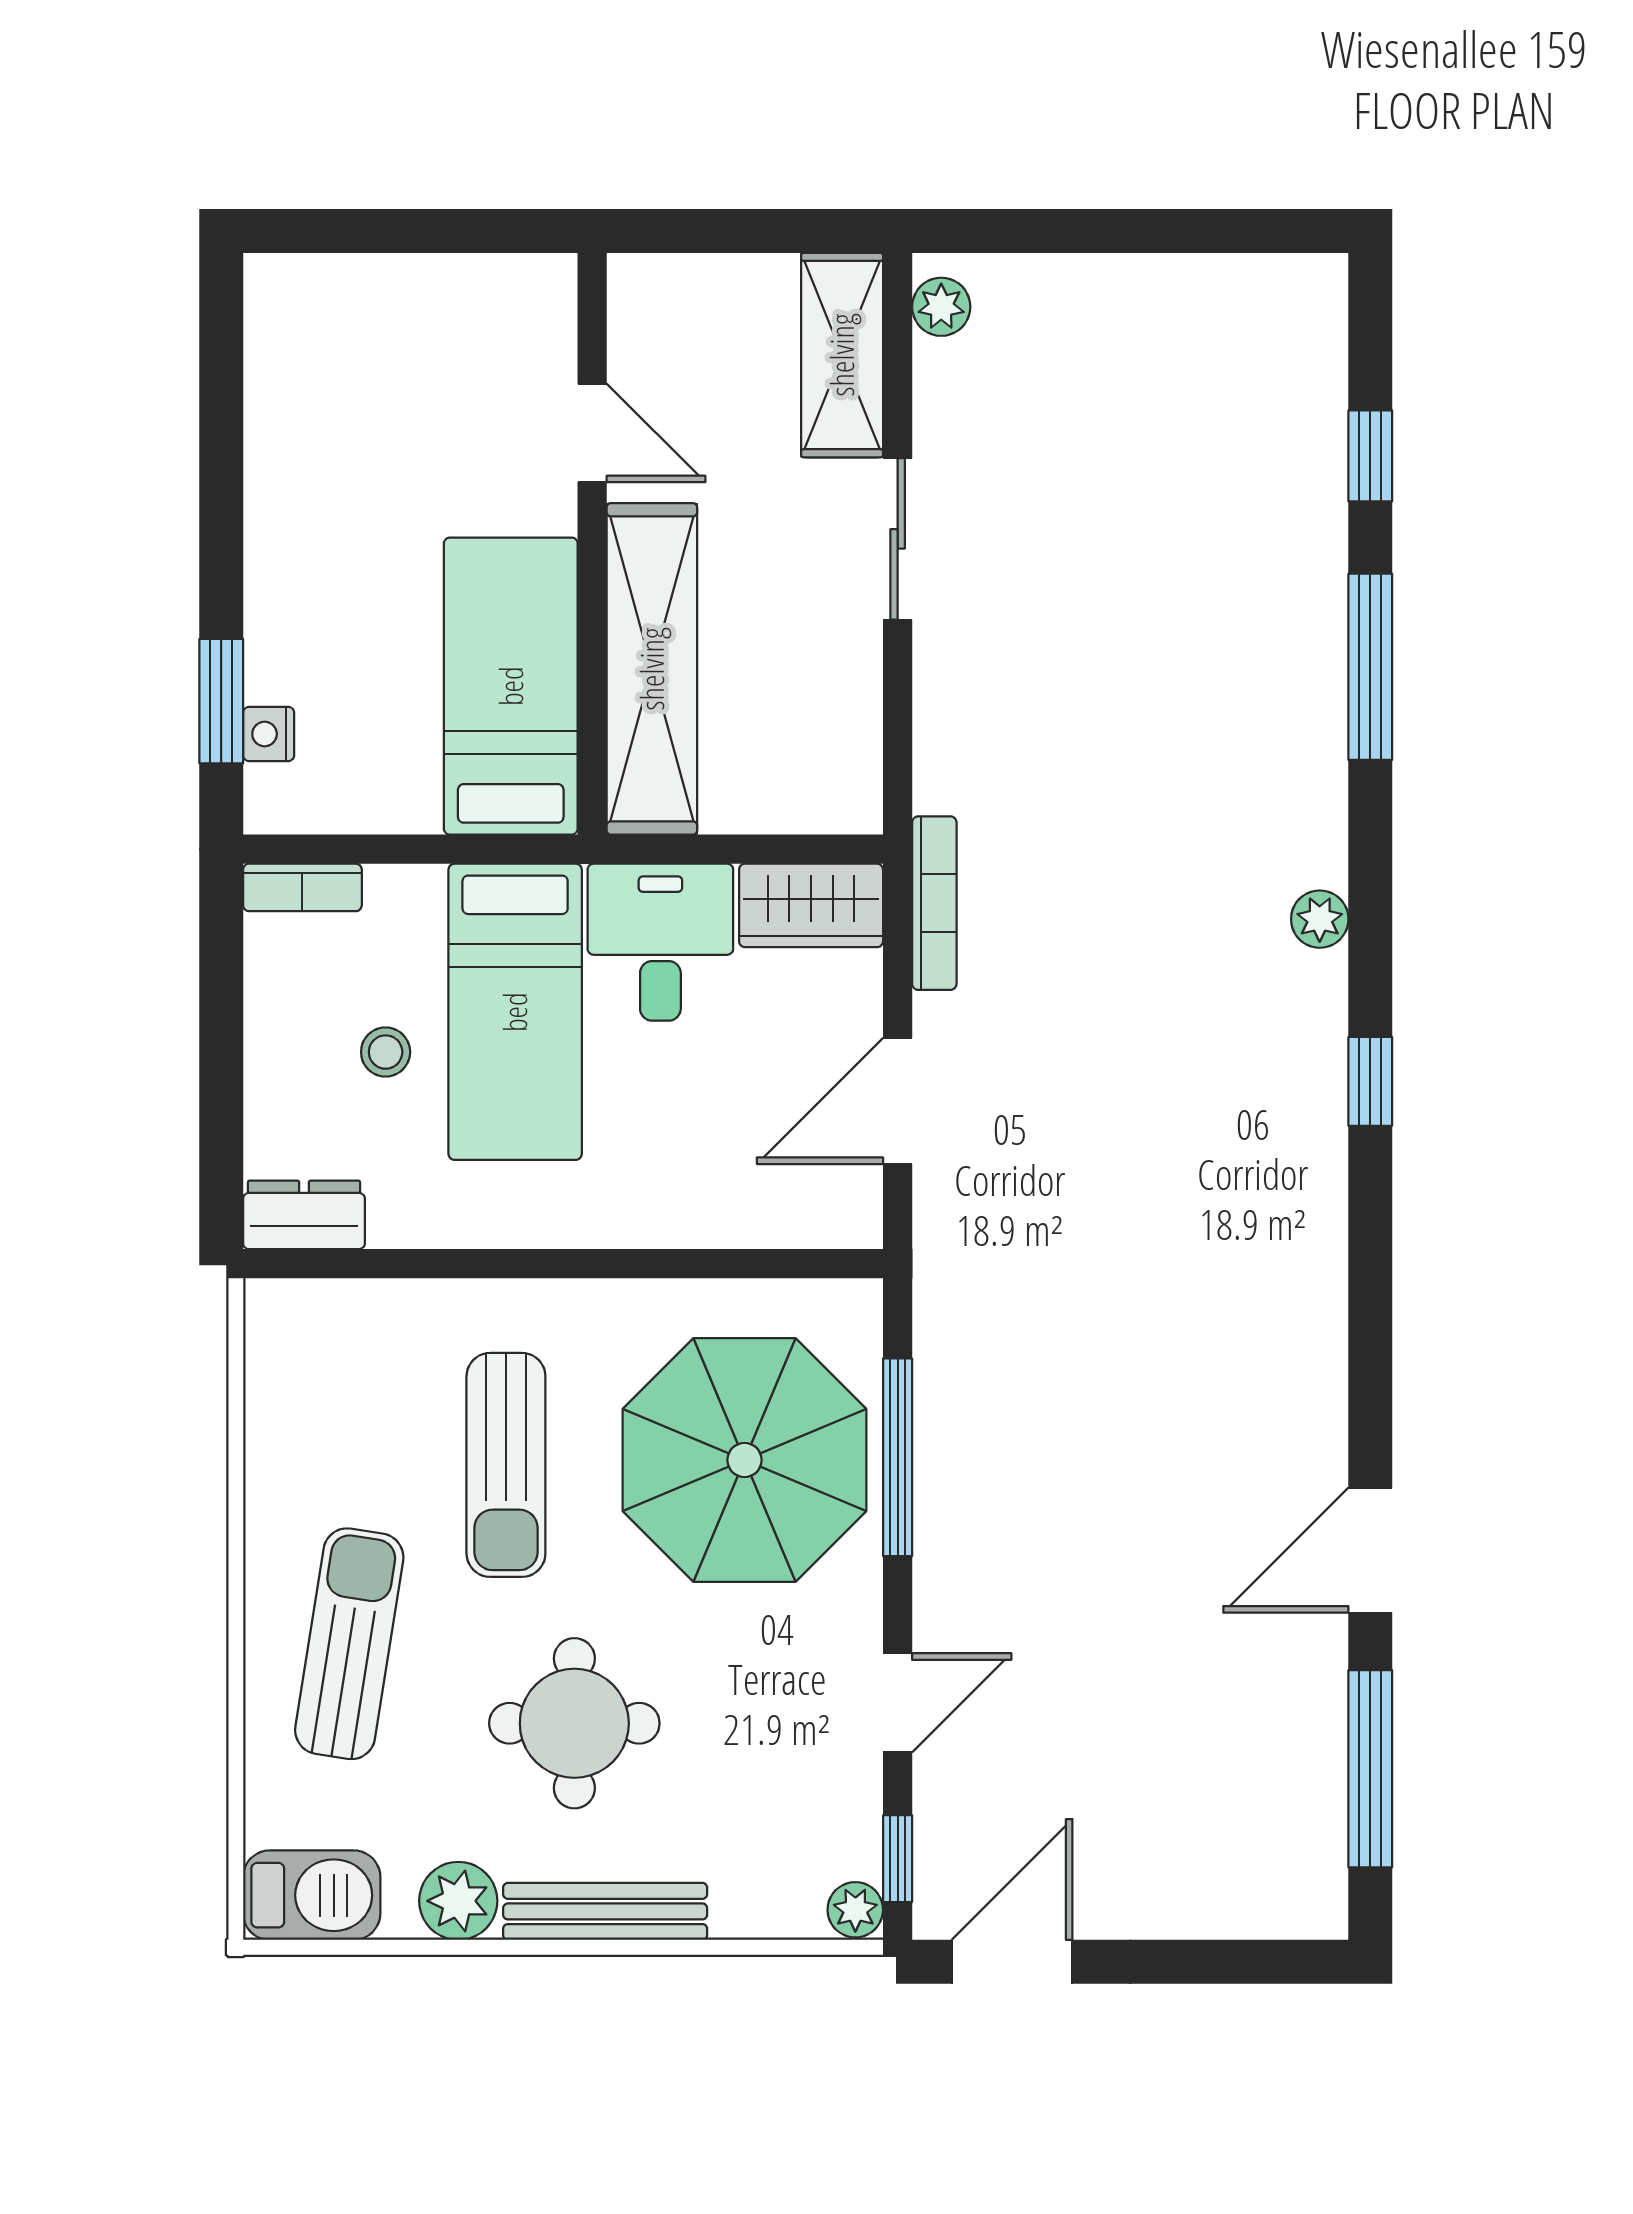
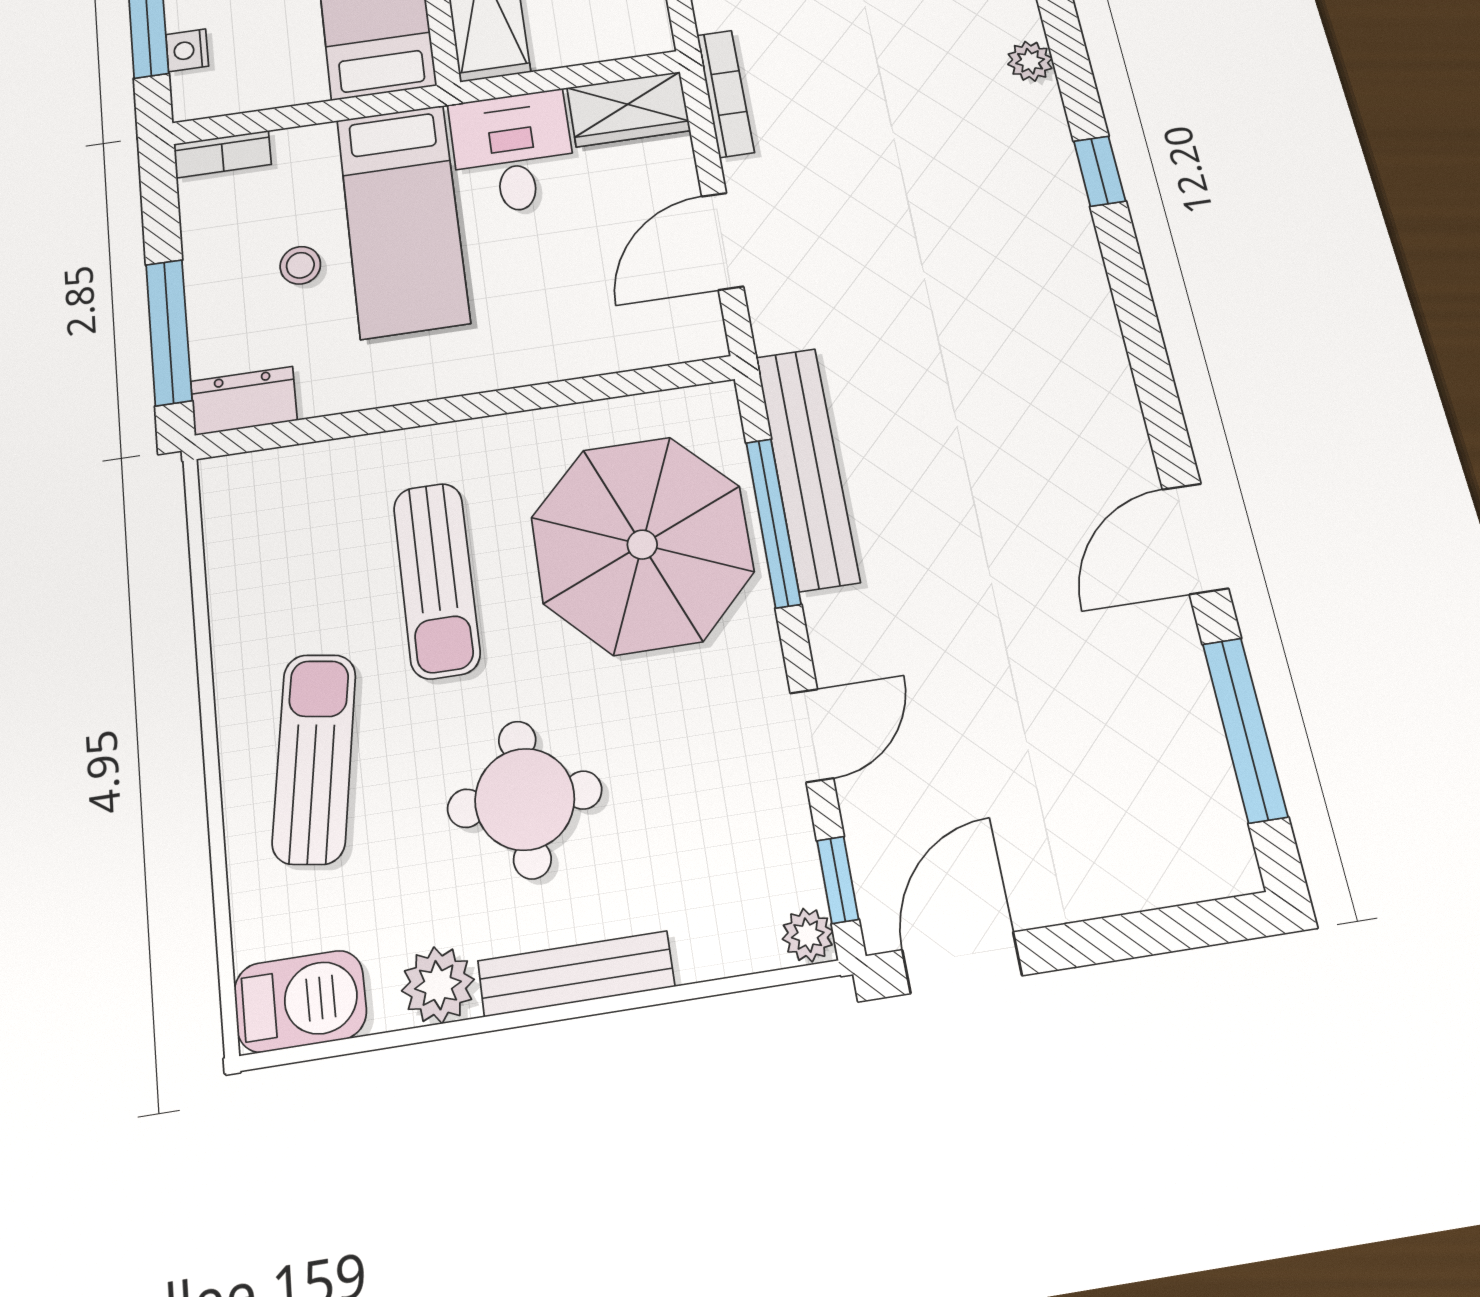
window: (221, 1114) -> (169, 332), added
bench: (948, 1399) -> (807, 468), added

